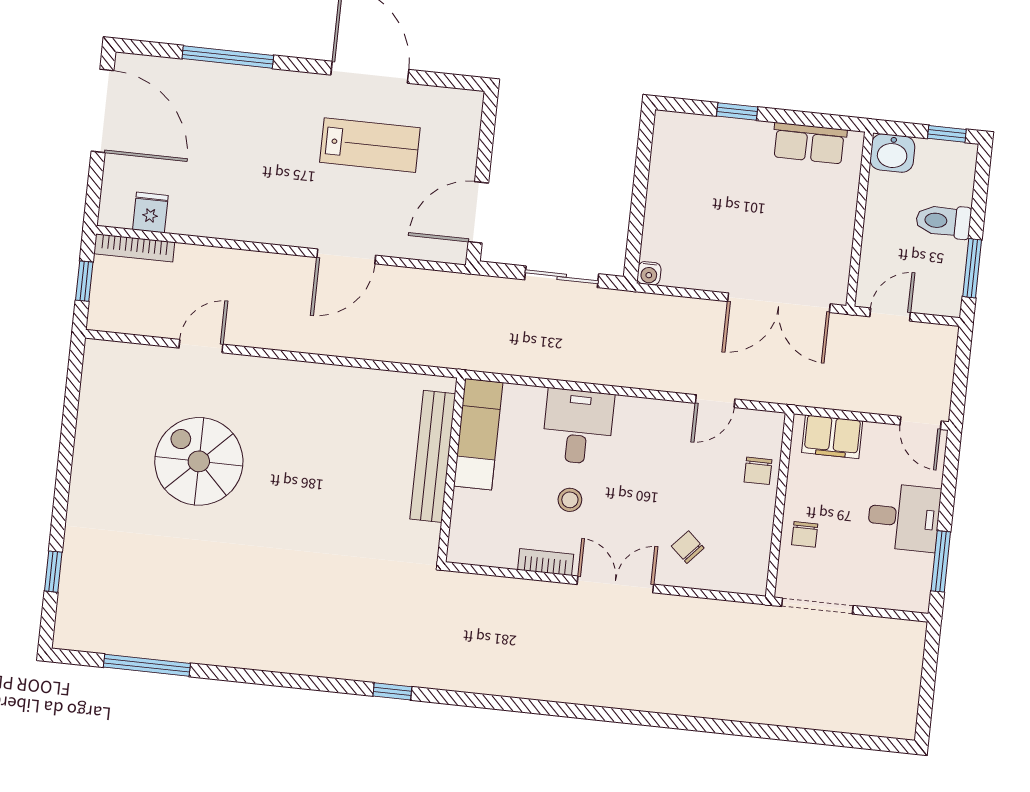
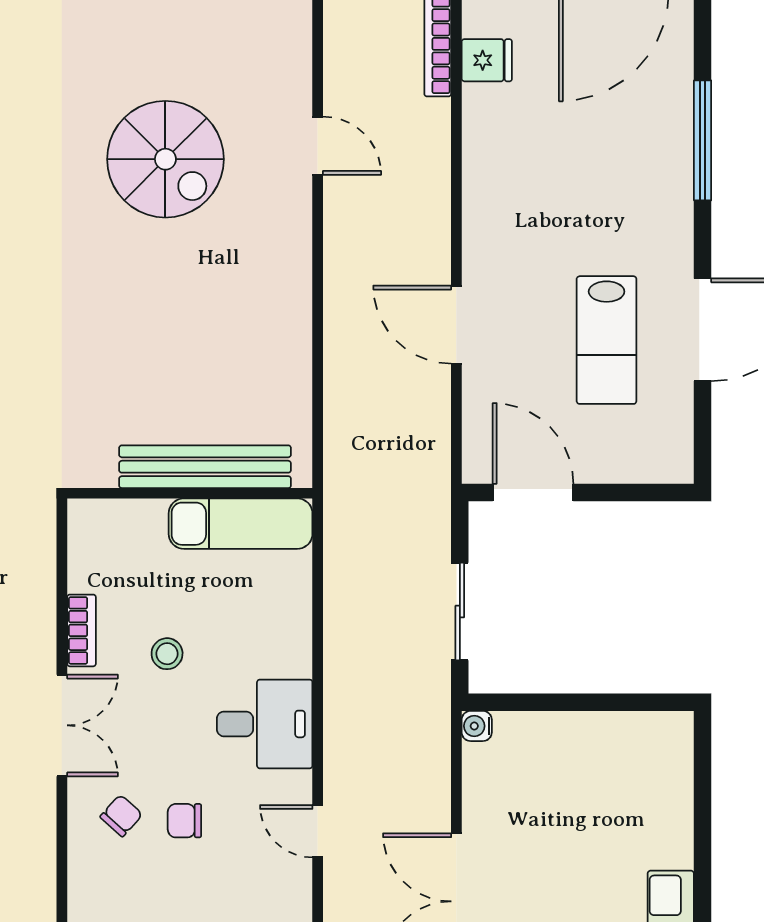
window: (737, 111) -> (703, 819), removed
desk: (578, 427) -> (265, 724), moved
spiral stairs: (199, 461) -> (165, 159), turned 90
chair: (758, 471) -> (184, 821), moved

